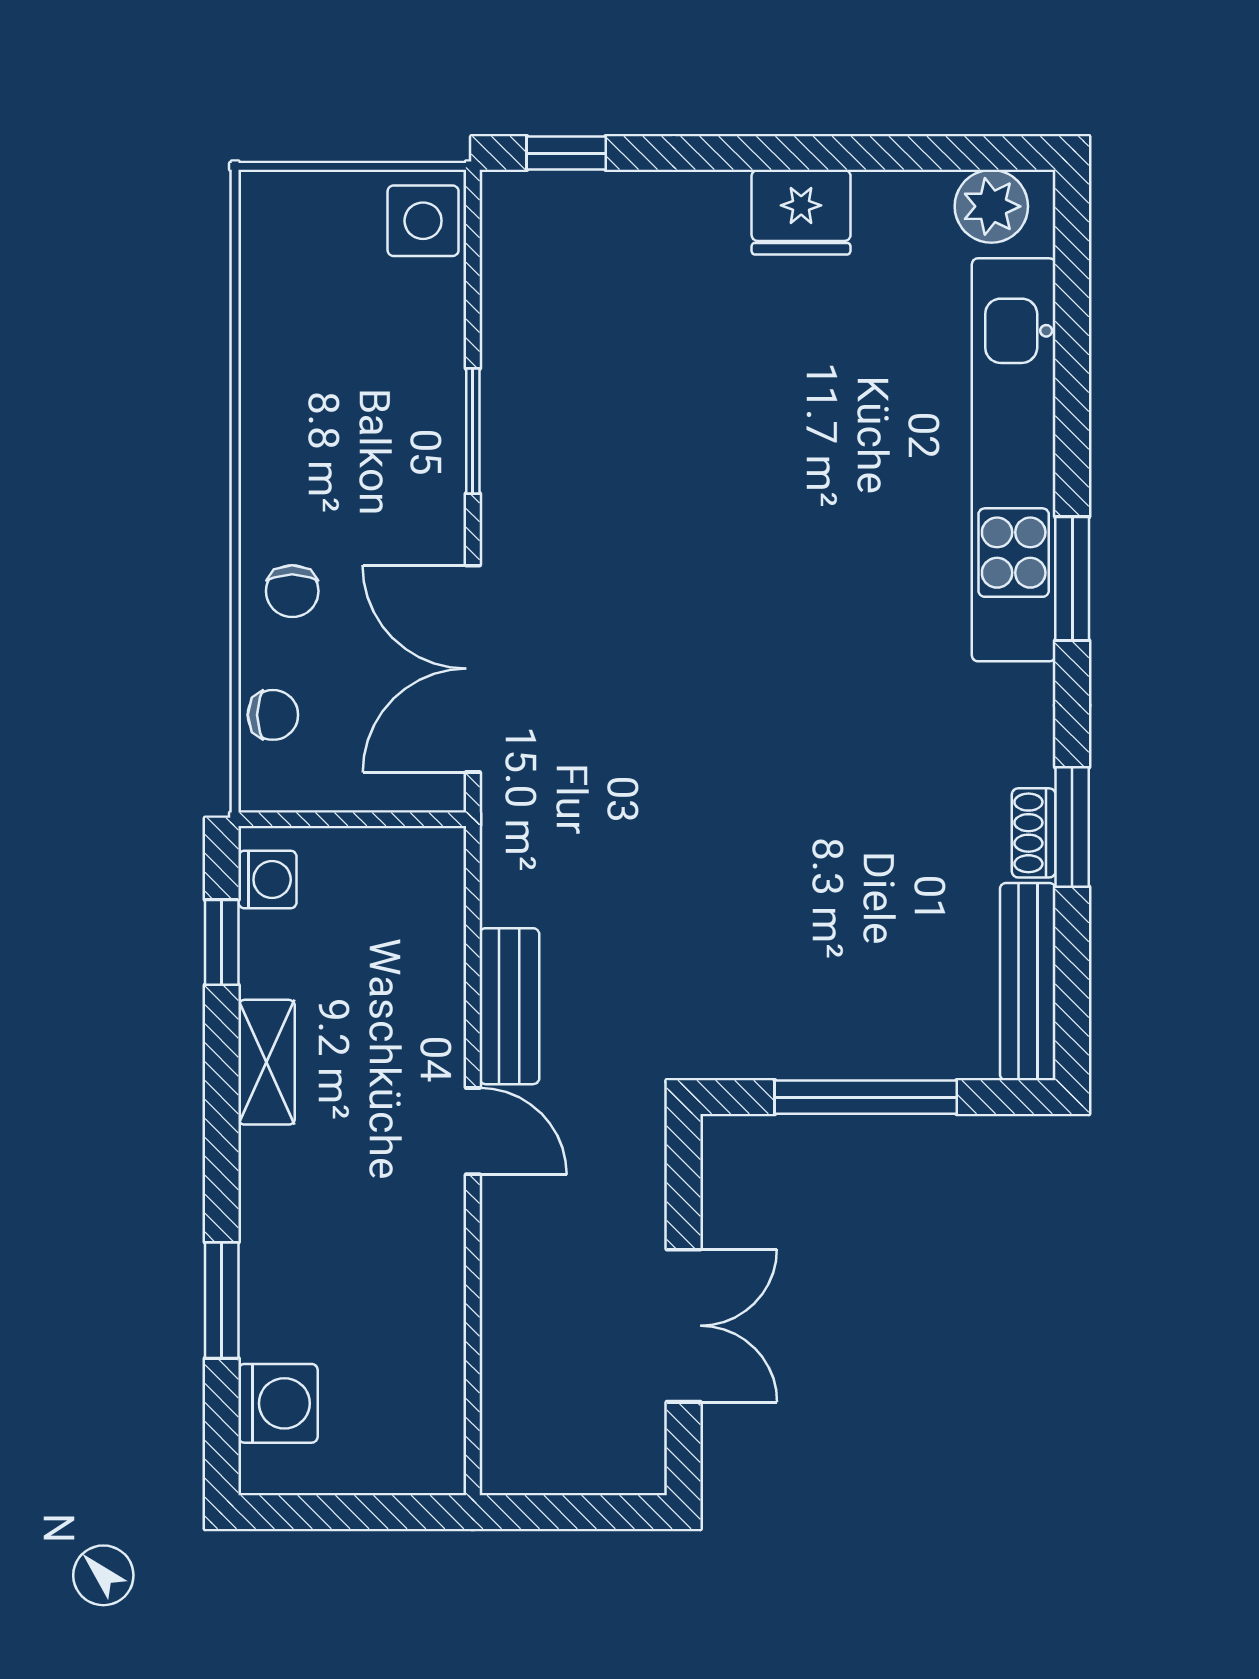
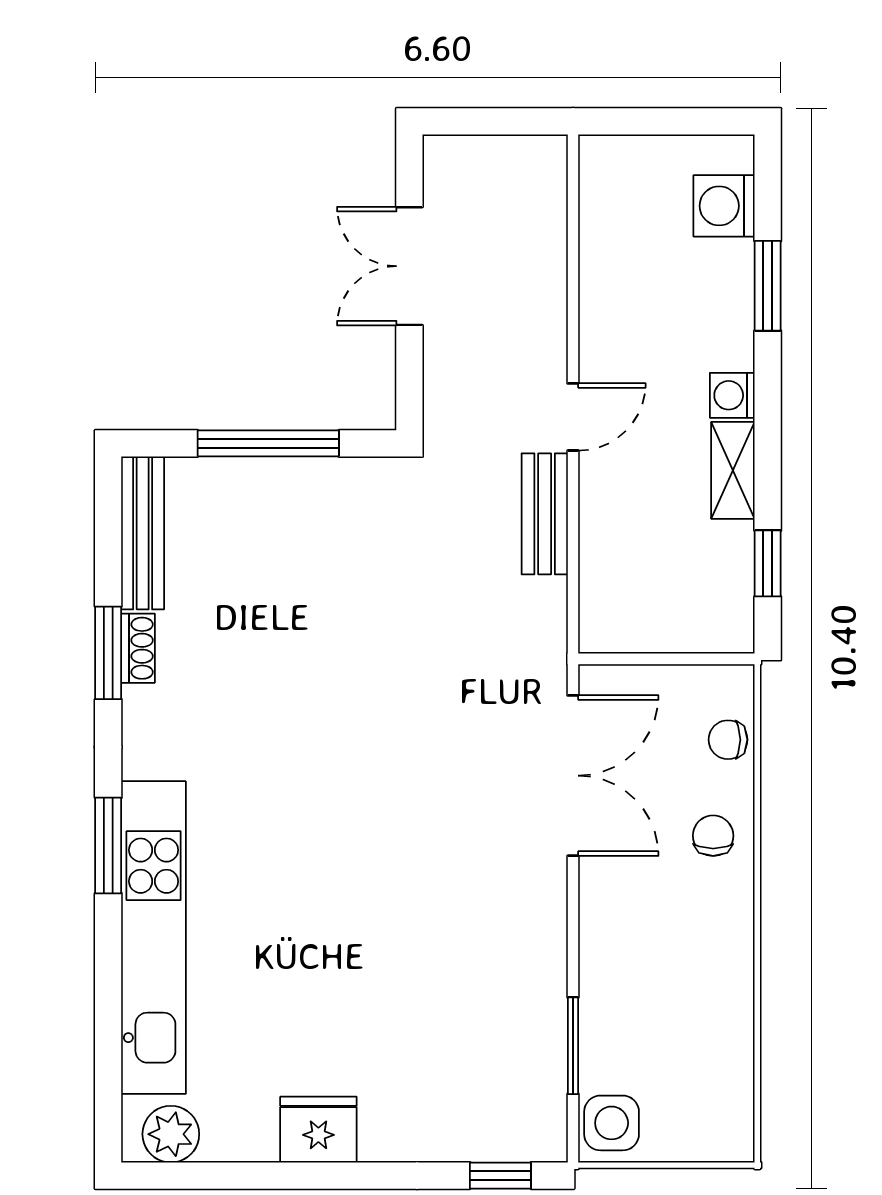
window: (473, 431) -> (573, 1046), moved
washing machine: (267, 880) -> (732, 395), moved
door: (473, 1131) -> (573, 417), swing flipped

